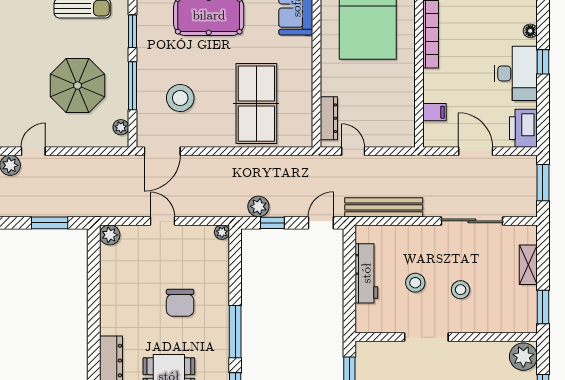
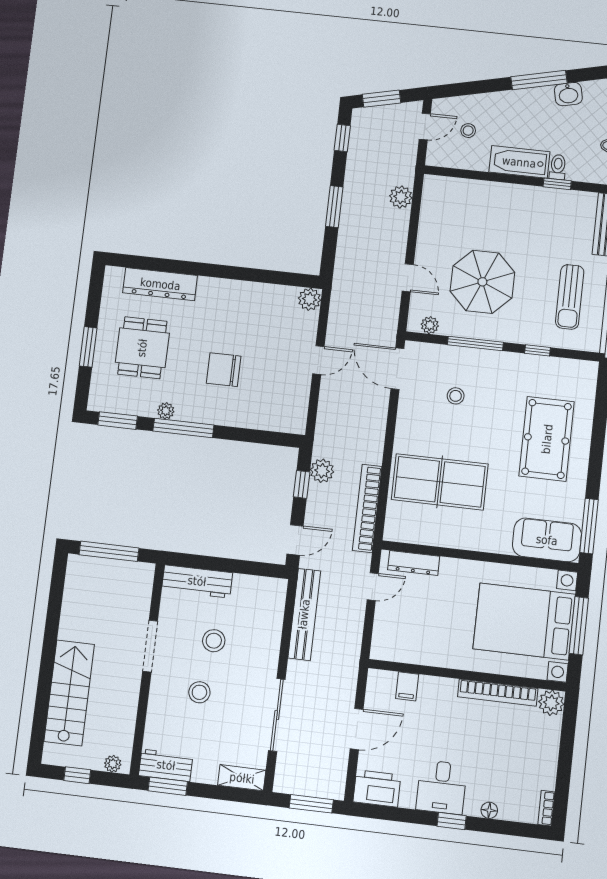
window: (132, 31) -> (537, 350), width x0.67
desk: (516, 73) -> (442, 787), width x0.73
stool: (180, 98) -> (456, 396), width x0.53, depth x0.53
door: (33, 151) -> (408, 278), moved
bookcase: (287, 164) -> (367, 508), added
window: (50, 223) -> (334, 207), moved
door: (321, 223) -> (295, 540), hinge flipped
plant: (222, 232) -> (166, 411), moved
shelving: (528, 265) -> (242, 778), moved
workbench: (366, 273) -> (197, 581), moved
workbench: (526, 311) -> (166, 765), added
plant: (523, 357) -> (113, 764), width x0.53, depth x0.53

